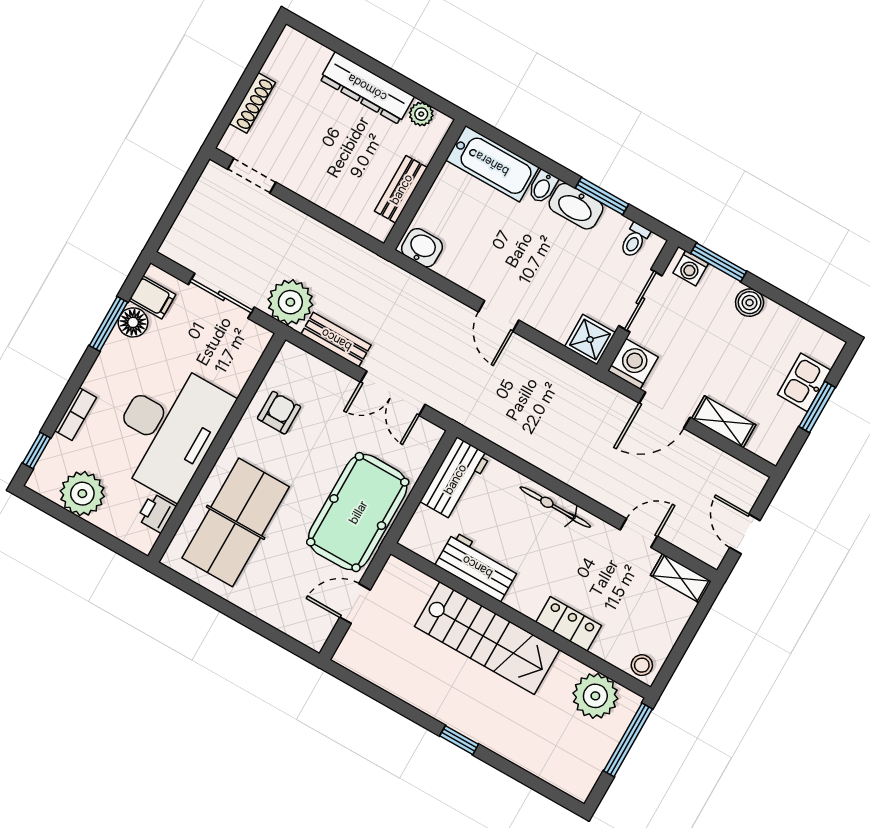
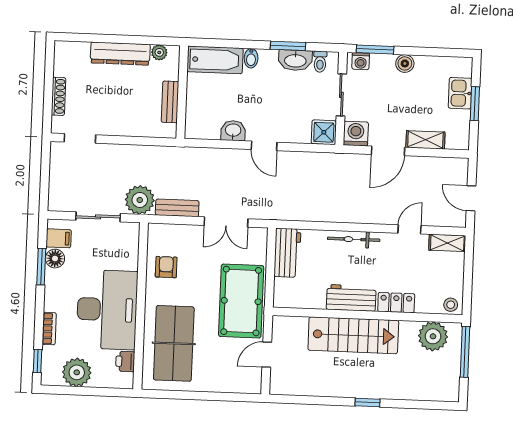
washbasin: (576, 206) -> (295, 60), moved
washbasin: (422, 248) -> (233, 131), moved
workbench: (477, 567) -> (351, 298), moved

